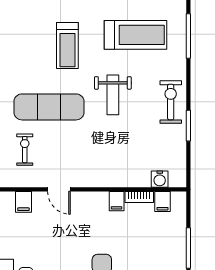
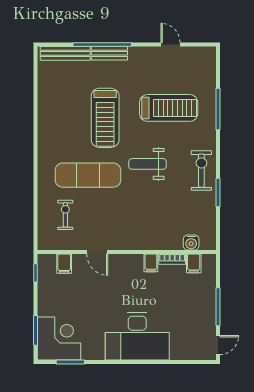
treadmill: (67, 45) -> (105, 118), width x1.37, depth x1.38
weight bench: (113, 95) -> (147, 164), turned 90

